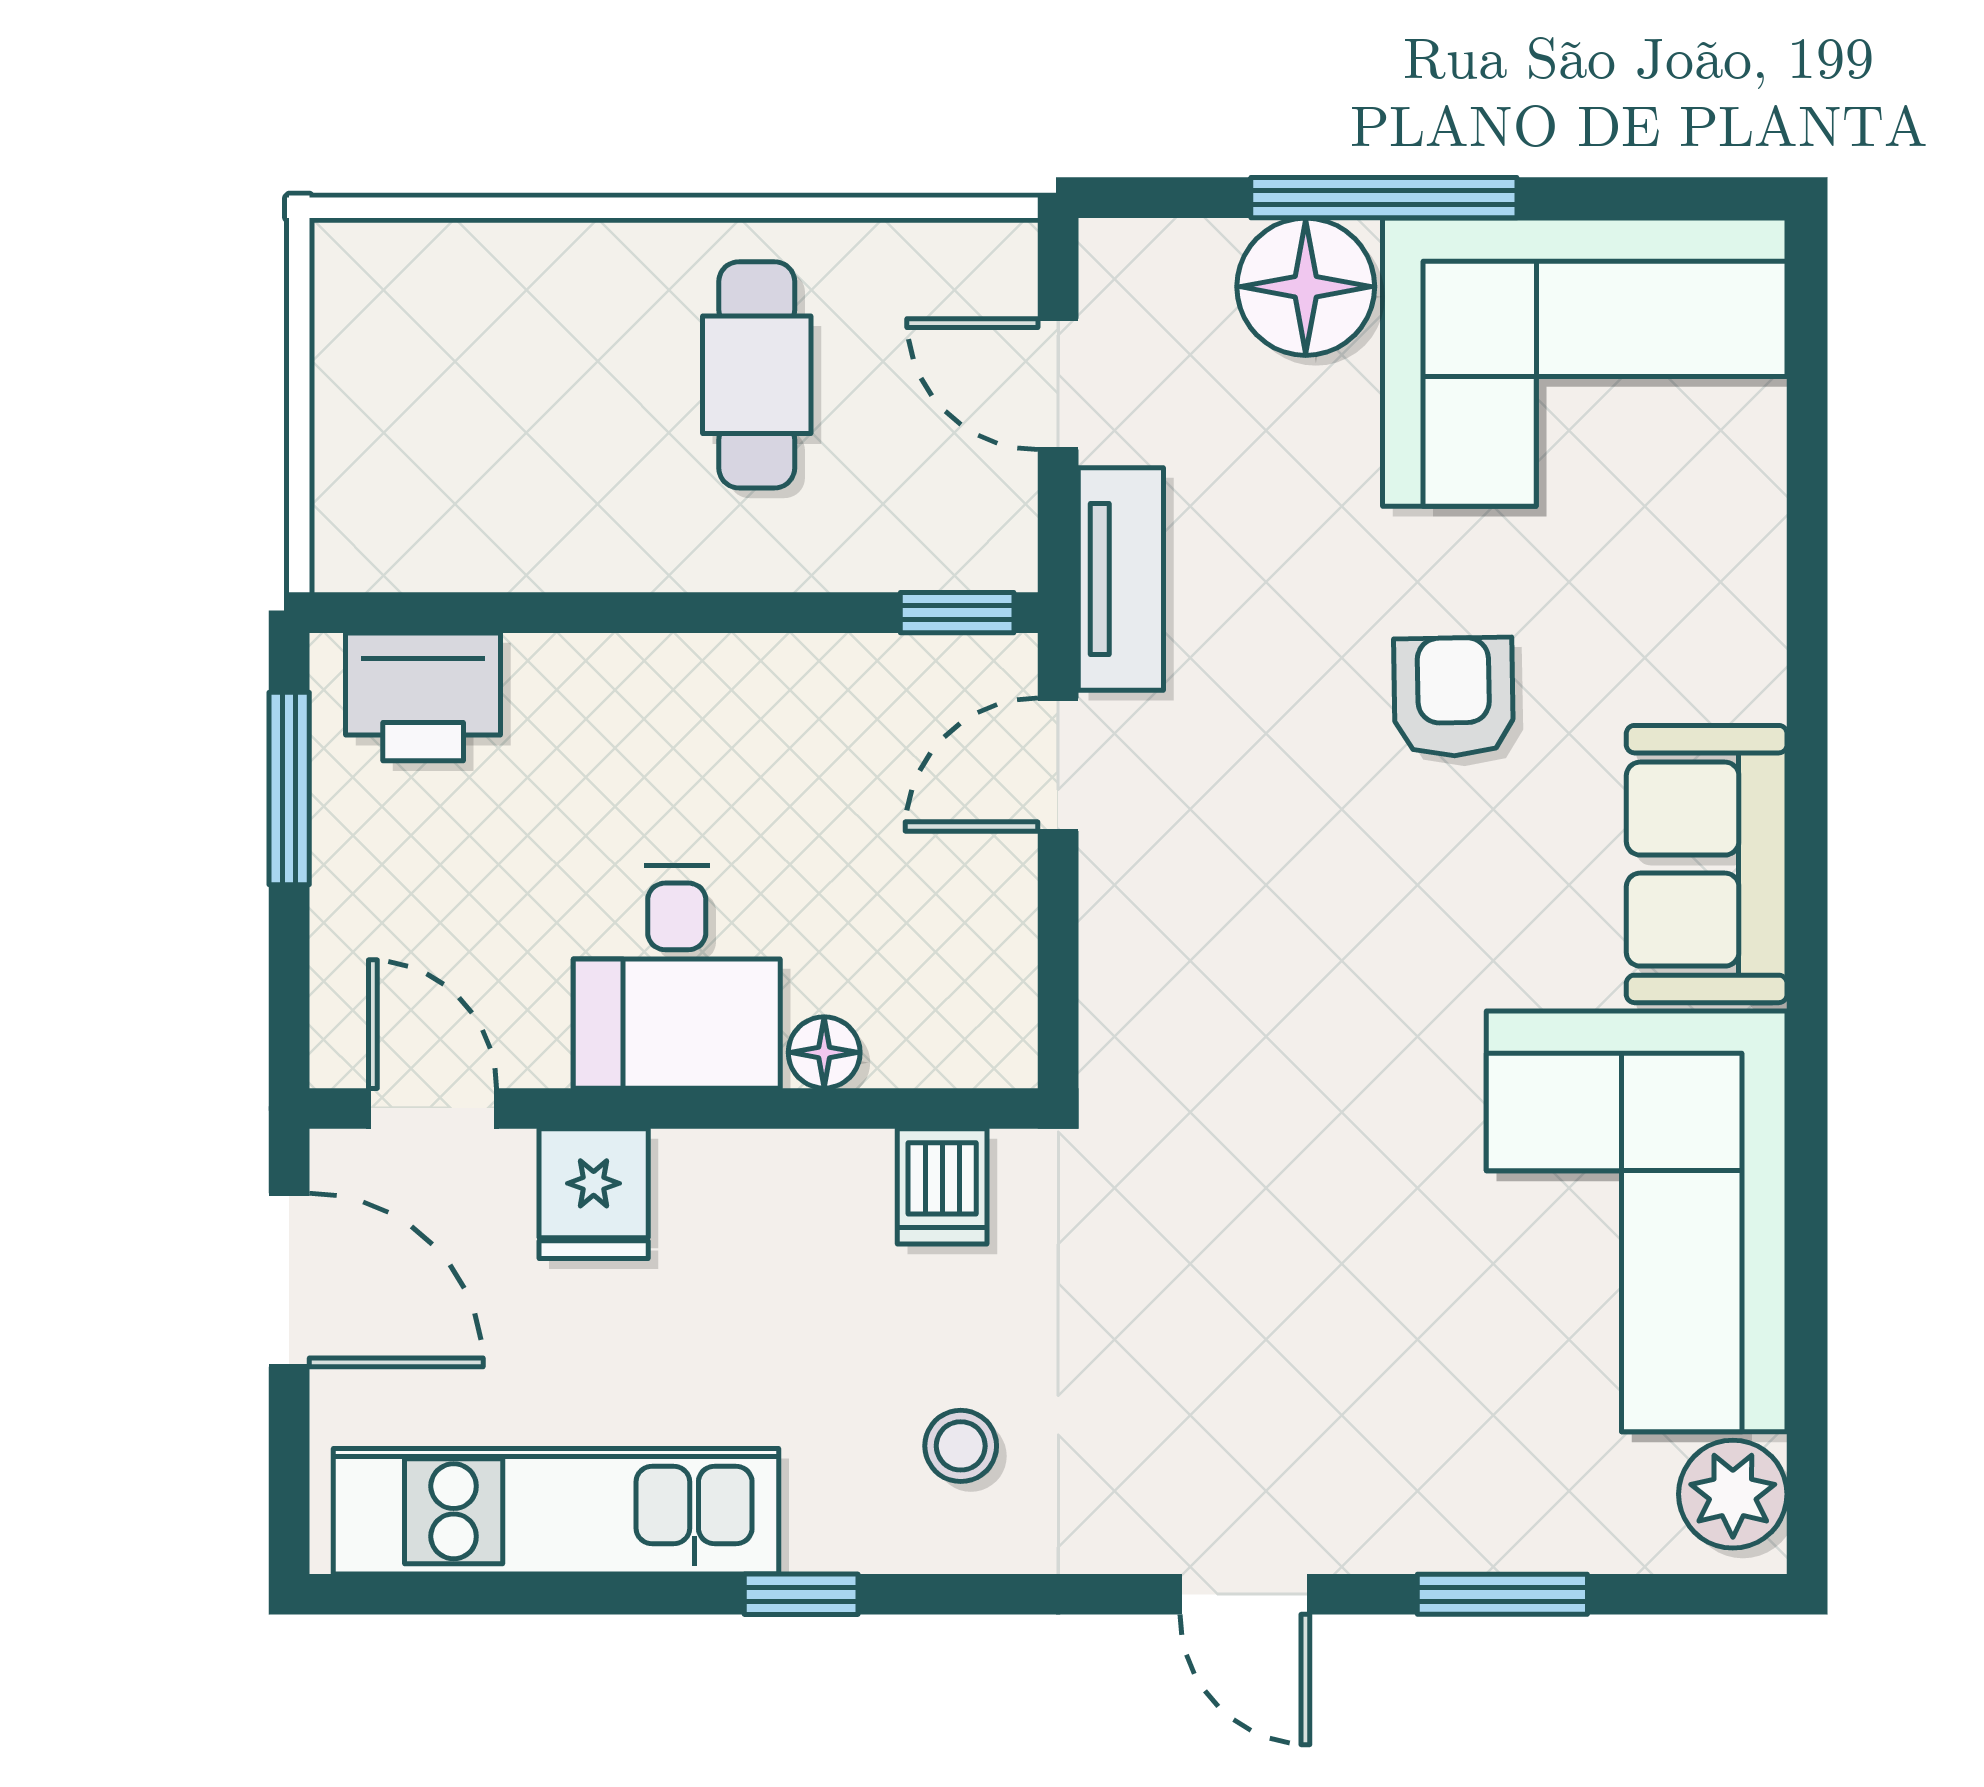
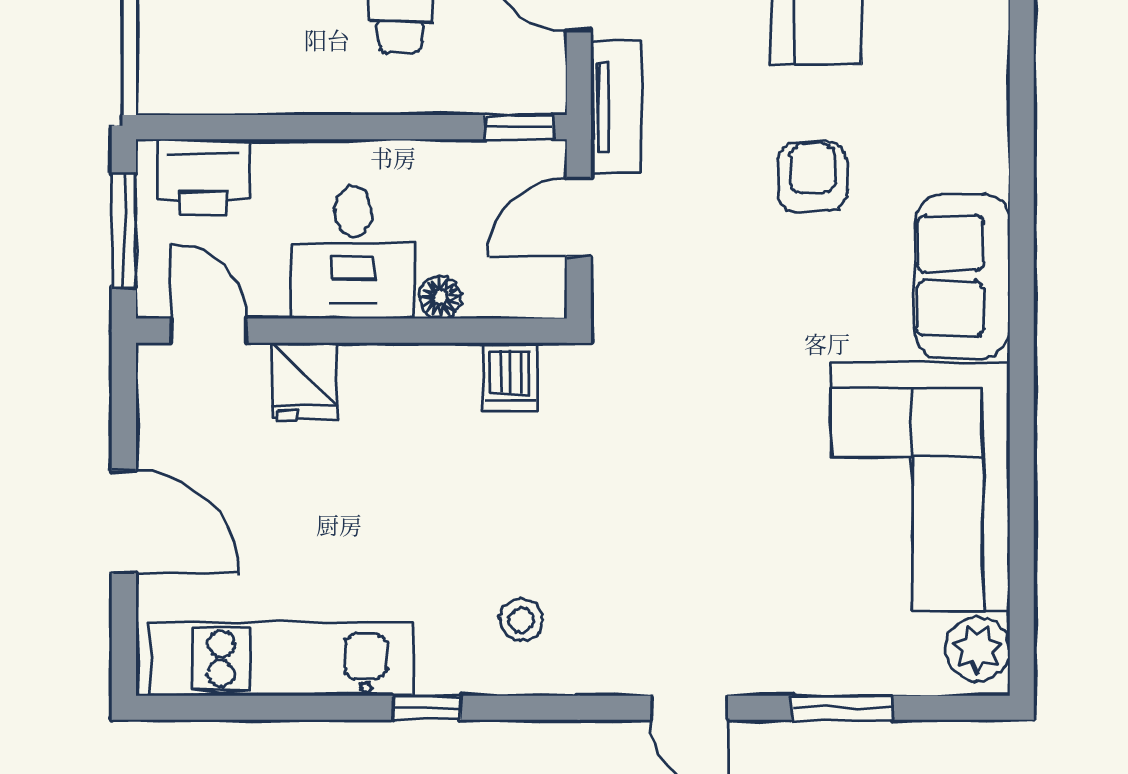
desk: (677, 977) -> (353, 253), moved
floor lamp: (824, 1052) -> (440, 297), moved
door: (432, 1108) -> (209, 331), moved
wall: (674, 1108) -> (351, 331), moved
dishwasher: (942, 1186) -> (510, 377), moved
fridge: (594, 1194) -> (304, 381), moved

